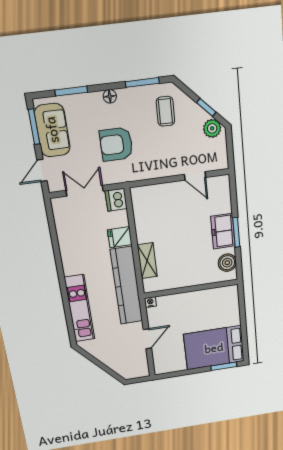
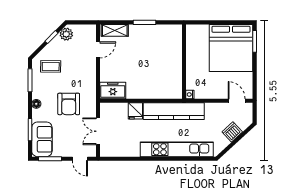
sofa: (52, 130) -> (42, 139), moved, turned 90
dishwasher: (116, 200) -> (232, 132), moved, turned 137
freezer: (223, 231) -> (113, 90), moved, turned 180
shelving: (147, 261) -> (115, 30), moved
boiler: (227, 263) -> (167, 31), removed
kitchen unit: (80, 308) -> (177, 149), width x1.36
door: (147, 339) -> (237, 101), moved
bed: (214, 348) -> (231, 48), width x1.36

